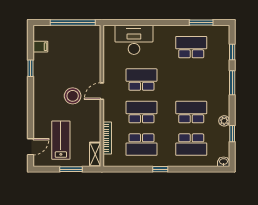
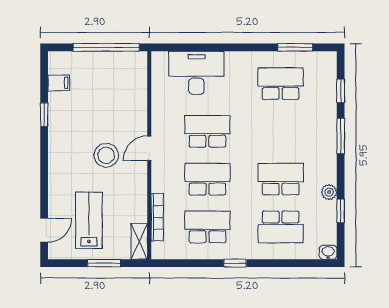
school desk: (141, 145) -> (207, 227), turned 180

